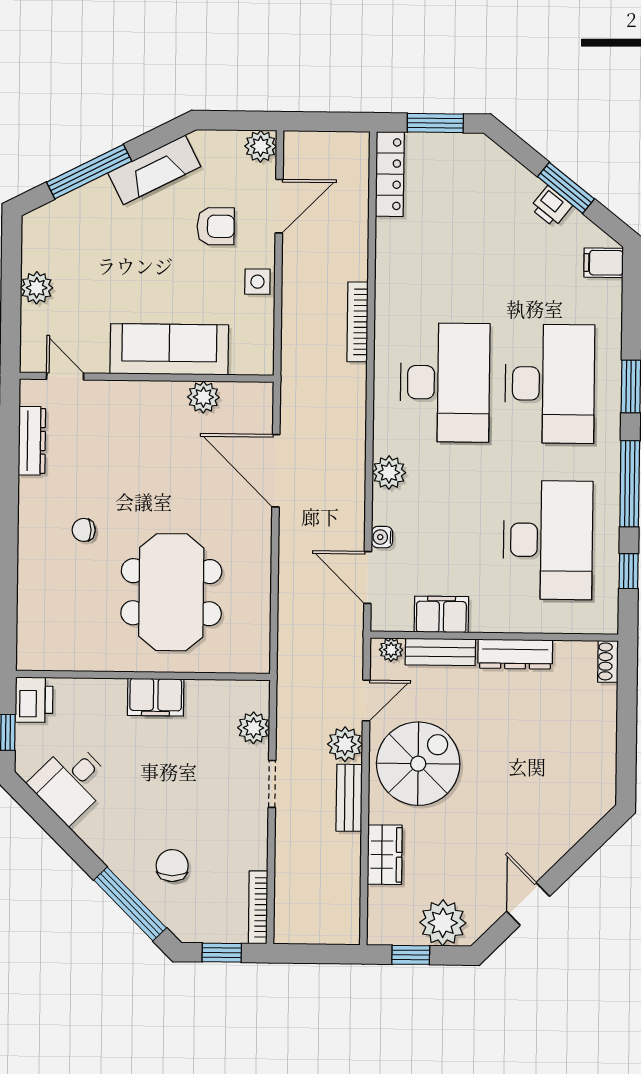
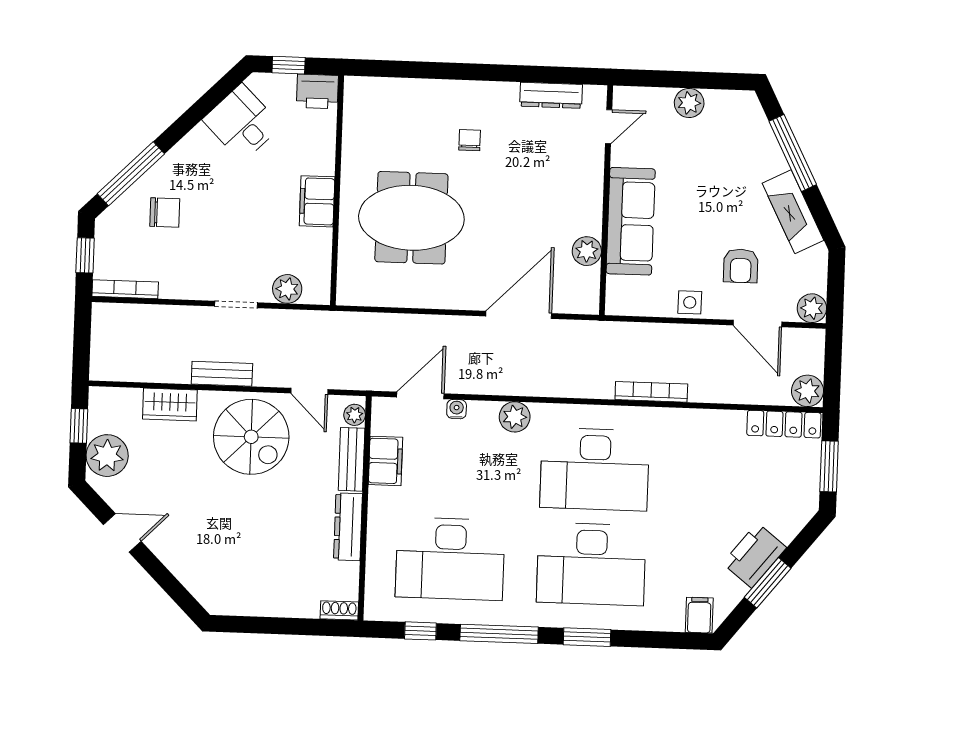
printer: (551, 207) -> (754, 555), width x1.87, depth x1.48
plant: (345, 744) -> (807, 391), moved

